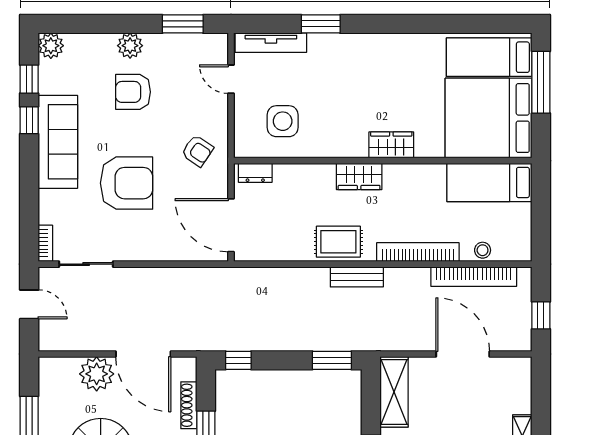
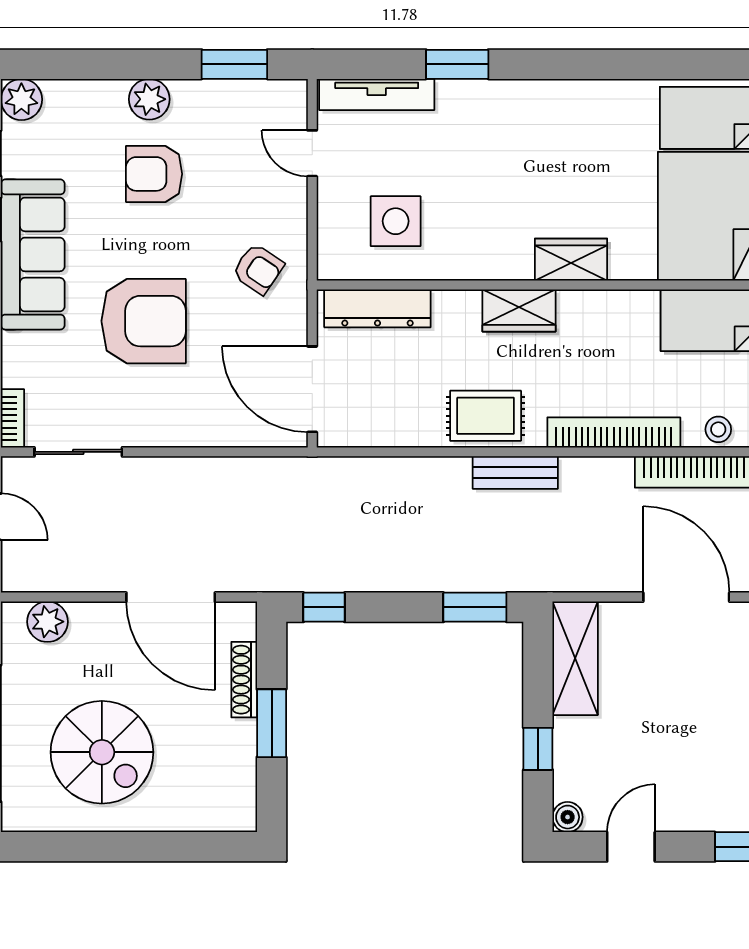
dresser: (255, 173) -> (377, 308), width x1.96, depth x1.24
plant: (97, 374) -> (47, 622), moved, width x0.73, depth x0.73

